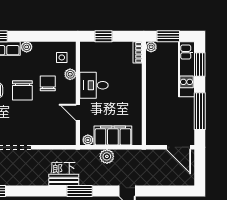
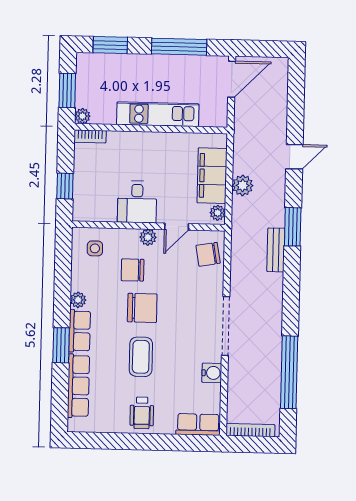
kitchen unit: (187, 69) -> (158, 114), moved, turned 180
plant: (70, 74) -> (148, 237), moved
chair: (60, 134) -> (208, 254), added

